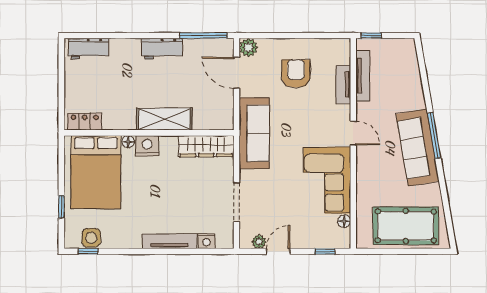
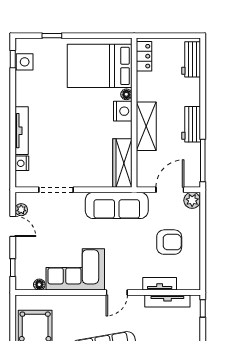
shelving: (164, 119) -> (146, 126), moved
locker: (85, 122) -> (144, 56), moved
wall: (149, 133) -> (134, 113), moved
floor lamp: (128, 142) -> (126, 94), moved
nightstand: (147, 146) -> (123, 111), moved
wardrobe: (206, 146) -> (122, 163), moved
bed: (96, 172) -> (100, 66), moved

